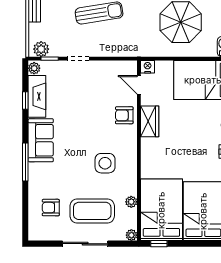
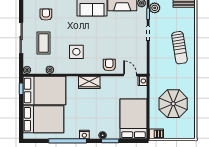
door: (139, 85) -> (130, 75), hinge flipped
wardrobe: (150, 121) -> (89, 82), moved
coffee table: (92, 211) -> (44, 43), width x0.73, depth x0.76

